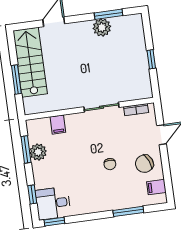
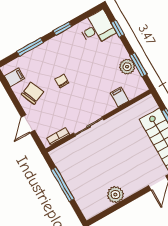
window: (108, 14) -> (114, 208), removed
window: (151, 59) -> (63, 184), width x2.17
window: (54, 222) -> (62, 29), moved

